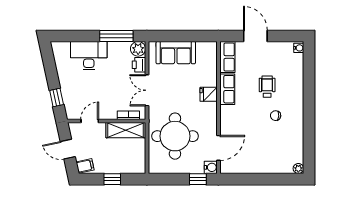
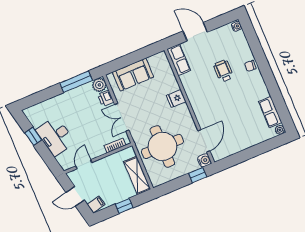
desk: (89, 56) -> (55, 136), moved, turned -102
row of seats: (227, 89) -> (270, 112), moved, turned 180
window: (57, 97) -> (33, 136), moved
chair: (276, 116) -> (250, 66), moved
shelving: (126, 130) -> (137, 175), moved, turned 90

